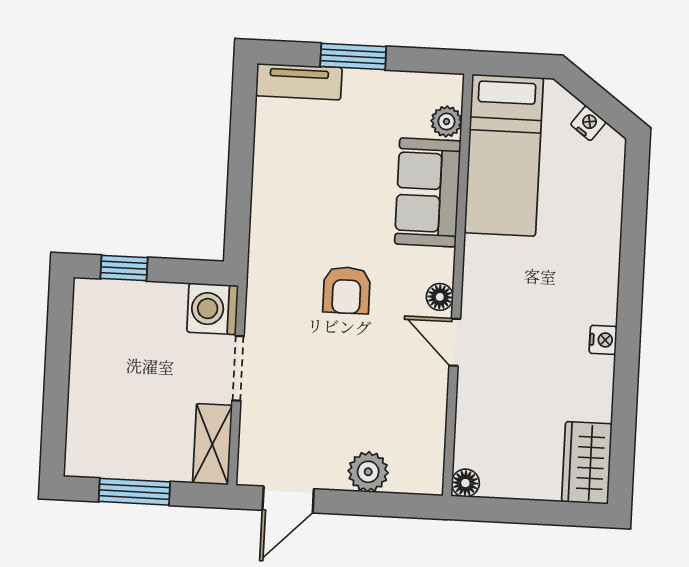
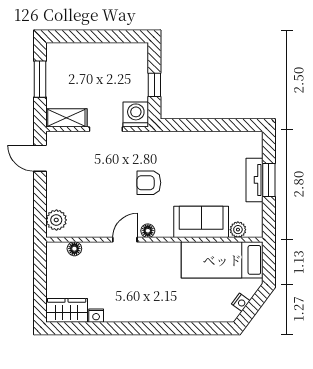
tv unit: (299, 82) -> (255, 180), moved
window: (124, 268) -> (154, 85), moved
nightstand: (603, 340) -> (96, 316), moved
plant: (368, 472) -> (56, 220), moved
floor lamp: (465, 483) -> (74, 249), moved

